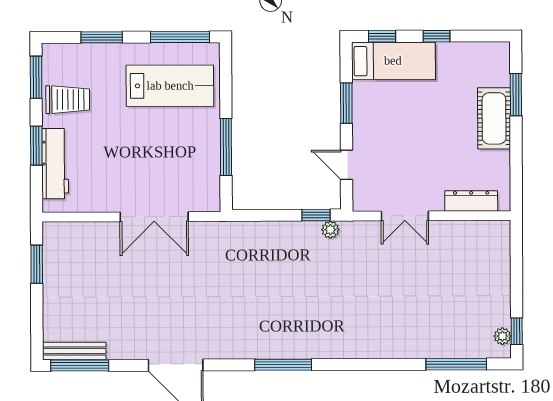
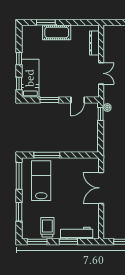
window: (226, 147) -> (47, 155), moved
double door: (154, 217) -> (101, 188), swing flipped

